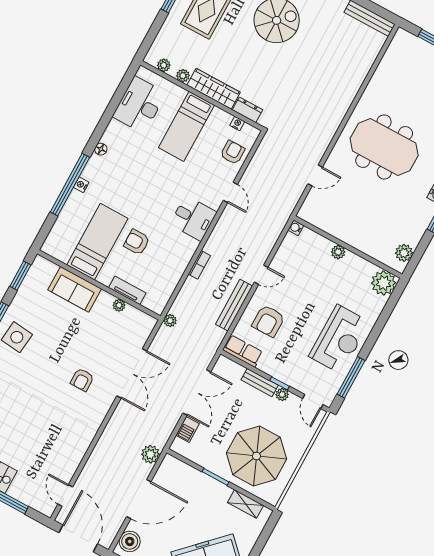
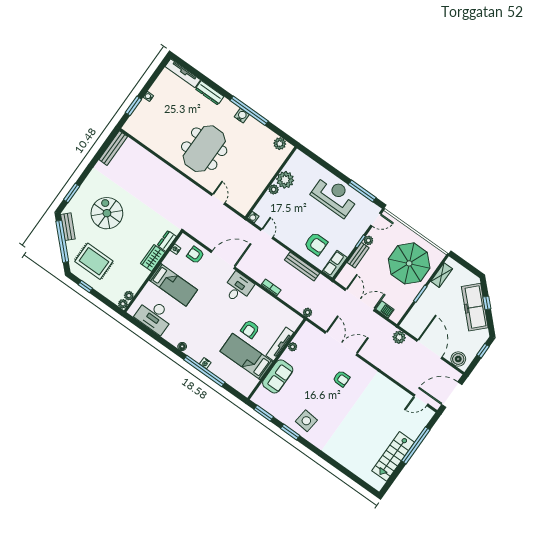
plant: (183, 76) -> (123, 304), moved
wardrobe: (214, 89) -> (153, 258), width x0.67
door: (230, 192) -> (223, 260), width x1.88
door: (261, 275) -> (267, 234), moved
plant: (384, 283) -> (285, 180), moved
tv unit: (127, 290) -> (280, 344), width x1.41

